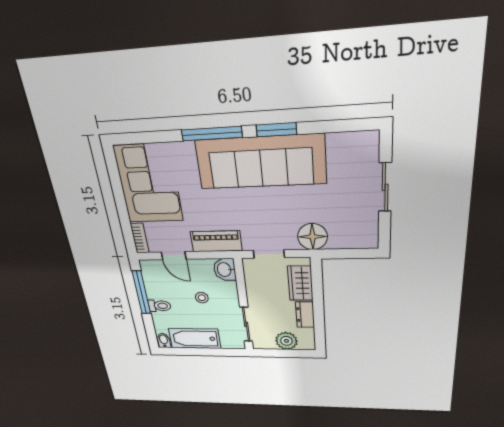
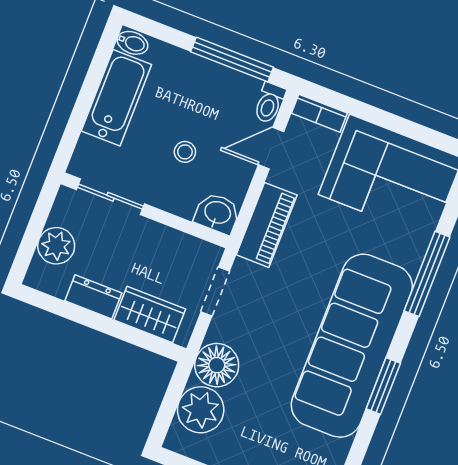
window: (212, 134) -> (427, 274), moved
plant: (345, 235) -> (201, 410), added
toilet: (160, 306) -> (269, 103), moved

